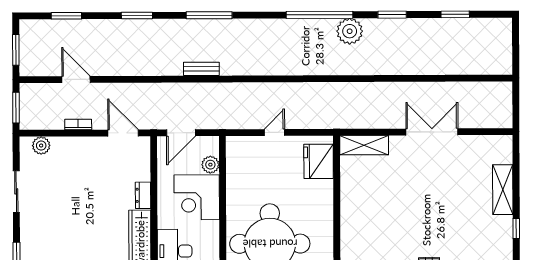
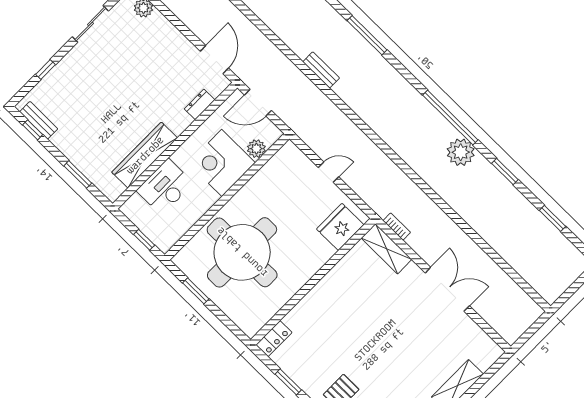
bookcase: (78, 124) -> (397, 227), moved
dresser: (143, 195) -> (200, 104), moved

